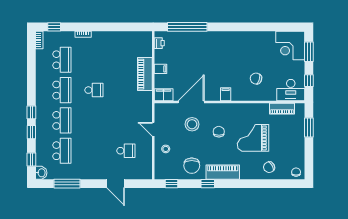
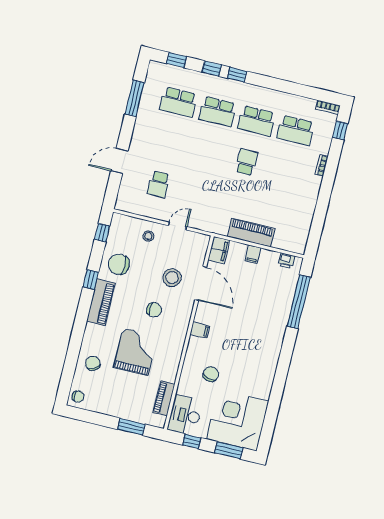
corner desk: (290, 45) -> (238, 420), width x1.36, depth x1.36
school desk: (94, 90) -> (246, 162), turned 180
washbasin: (41, 173) -> (156, 69), removed

